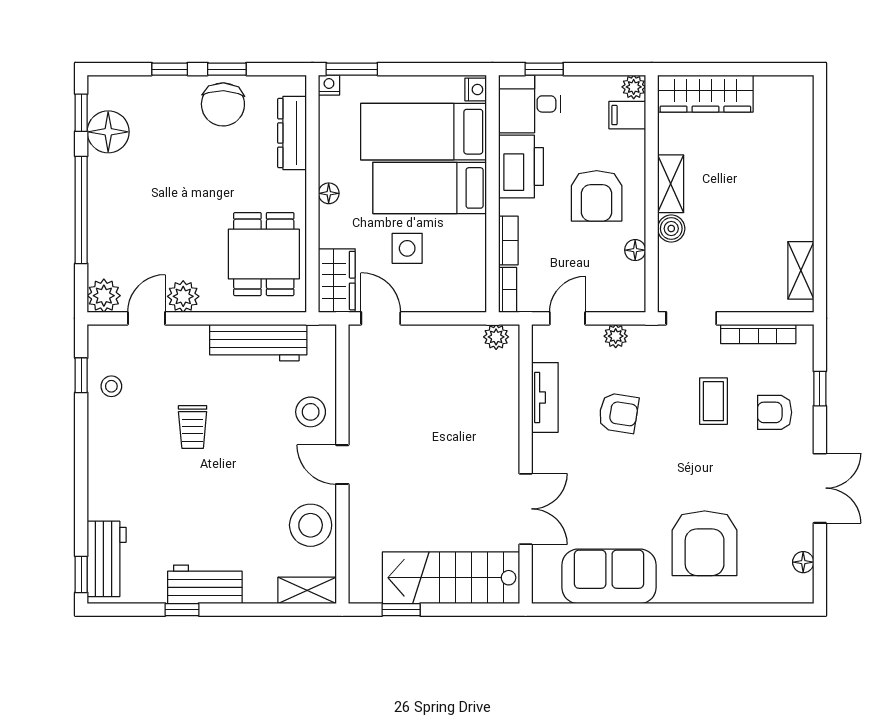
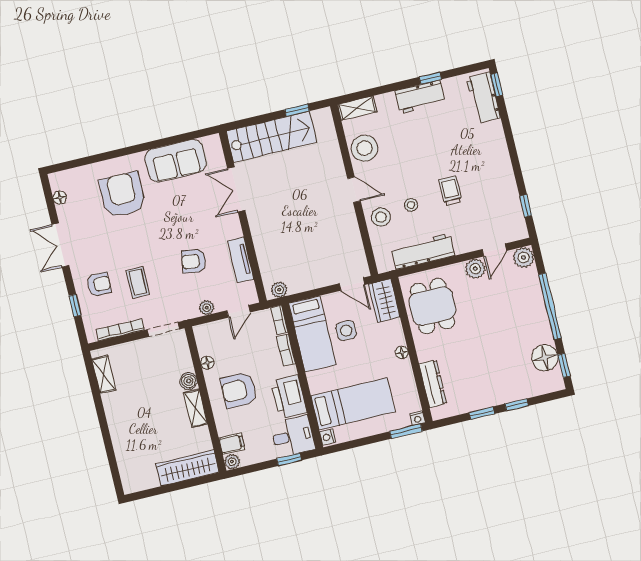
chair: (223, 104) -> (479, 391), removed
bed: (430, 188) -> (312, 334), moved, turned 90
armchair: (597, 196) -> (239, 390), turned -90
stool: (111, 386) -> (411, 205), moved

